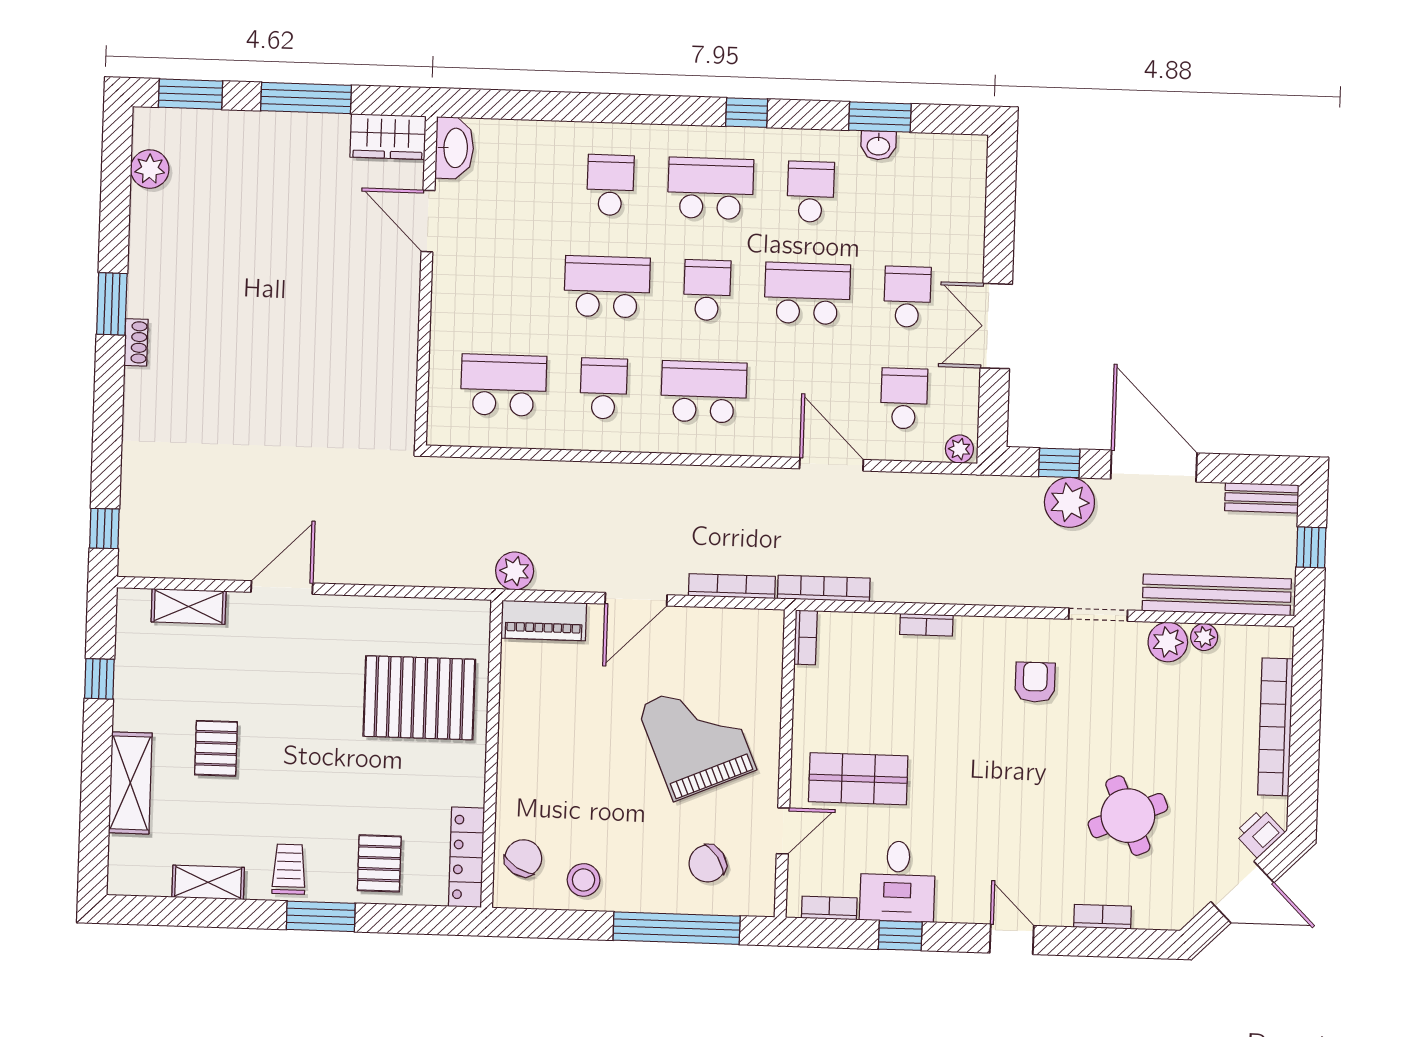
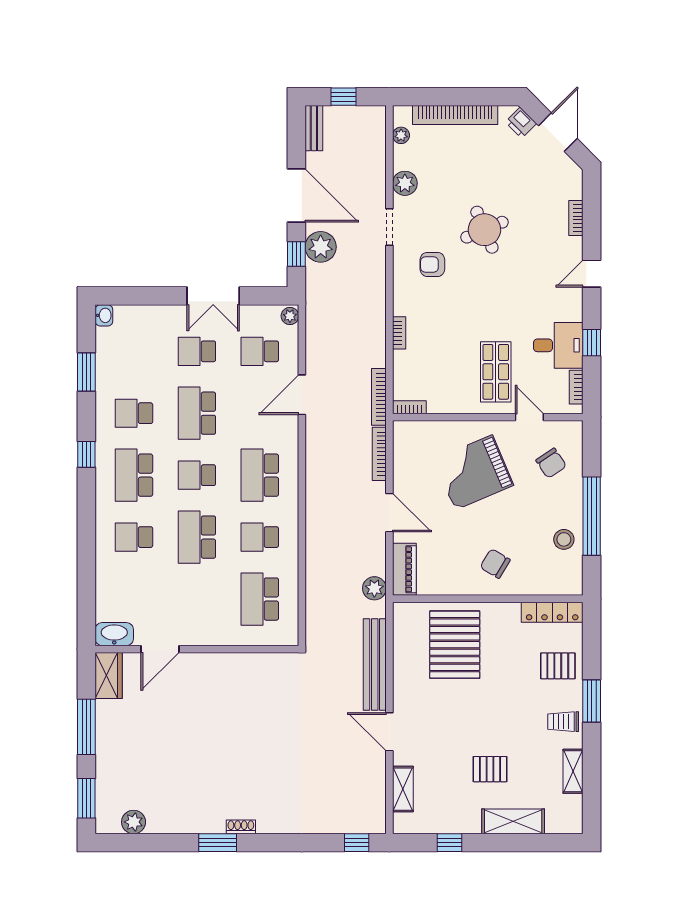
washbasin: (878, 145) -> (104, 315), moved
door: (1154, 466) -> (296, 196), swing flipped
bench: (1217, 595) -> (375, 664), moved
plant: (1204, 637) -> (401, 135), moved
round table: (1128, 816) -> (484, 230), moved
chair: (523, 858) -> (495, 564), moved
window: (677, 928) -> (592, 516), moved

